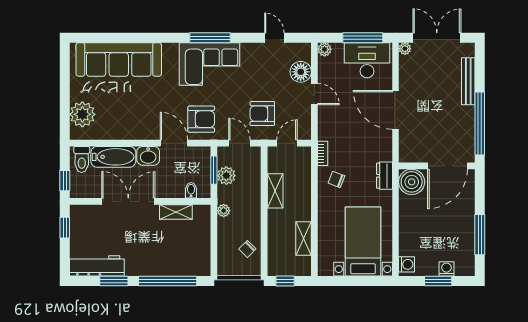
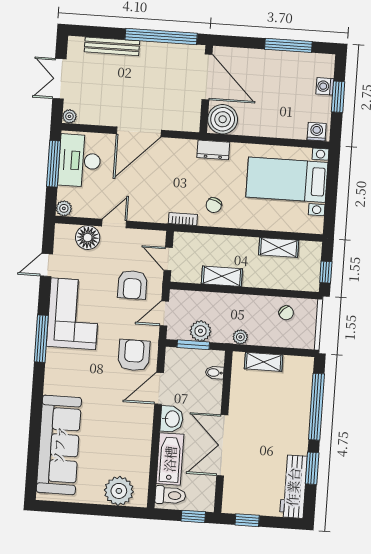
double door: (437, 38) -> (59, 79), width x0.73
corner sofa: (210, 64) -> (73, 314), moved
shelving: (176, 212) -> (264, 362), moved, turned 90

